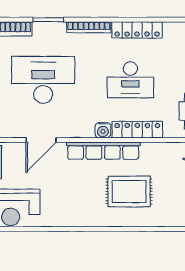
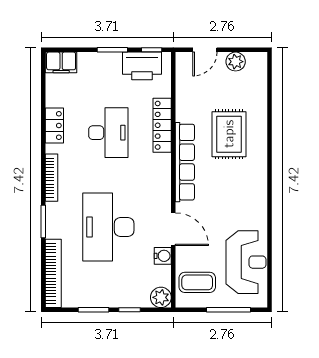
locker: (137, 30) -> (54, 126), width x0.66
water cooler: (103, 130) -> (163, 256), moved

